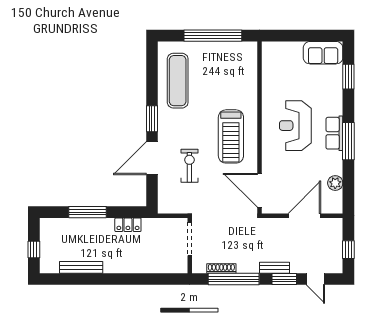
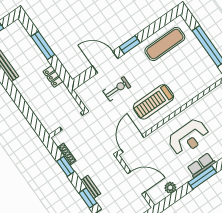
reception desk: (295, 126) -> (189, 137), turned 180
window: (234, 279) -> (66, 166), width x0.47

